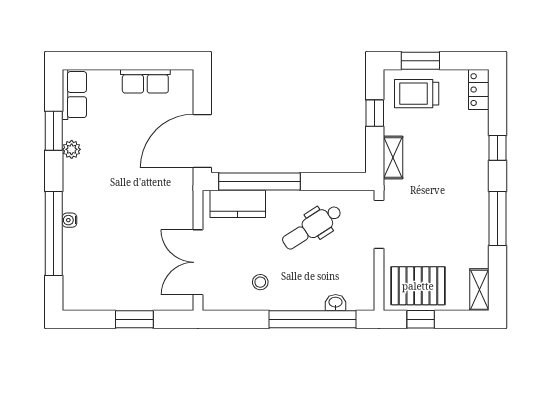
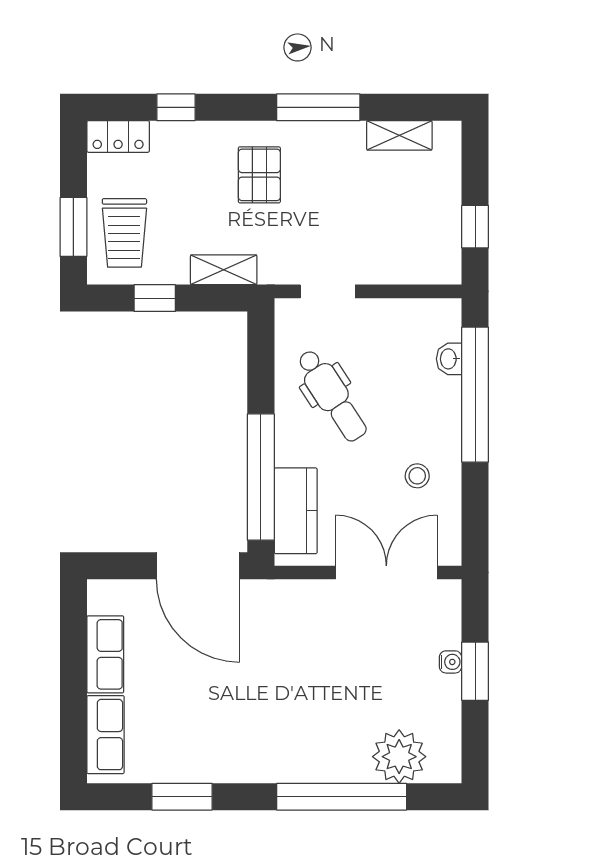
row of seats: (74, 95) -> (105, 735), moved, turned 90
window: (497, 148) -> (176, 107), moved
plant: (72, 149) -> (399, 757), moved, width x1.88, depth x1.88
water cooler: (69, 220) -> (451, 662), moved, turned -90
doorway: (379, 224) -> (328, 291), width x0.73
double door: (198, 262) -> (386, 572), swing flipped
pallet: (418, 286) -> (259, 175), moved, width x0.67, depth x0.71
shelving: (479, 290) -> (399, 135), moved

